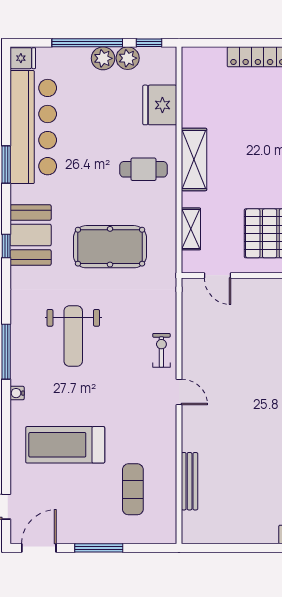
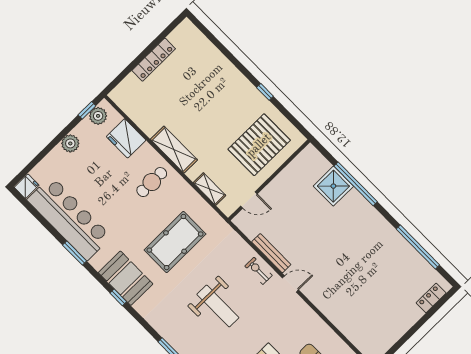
window: (87, 43) -> (53, 143), removed
plant: (128, 58) -> (98, 116), moved
weight bench: (73, 336) -> (218, 306), moved
bench: (190, 481) -> (271, 253), moved

